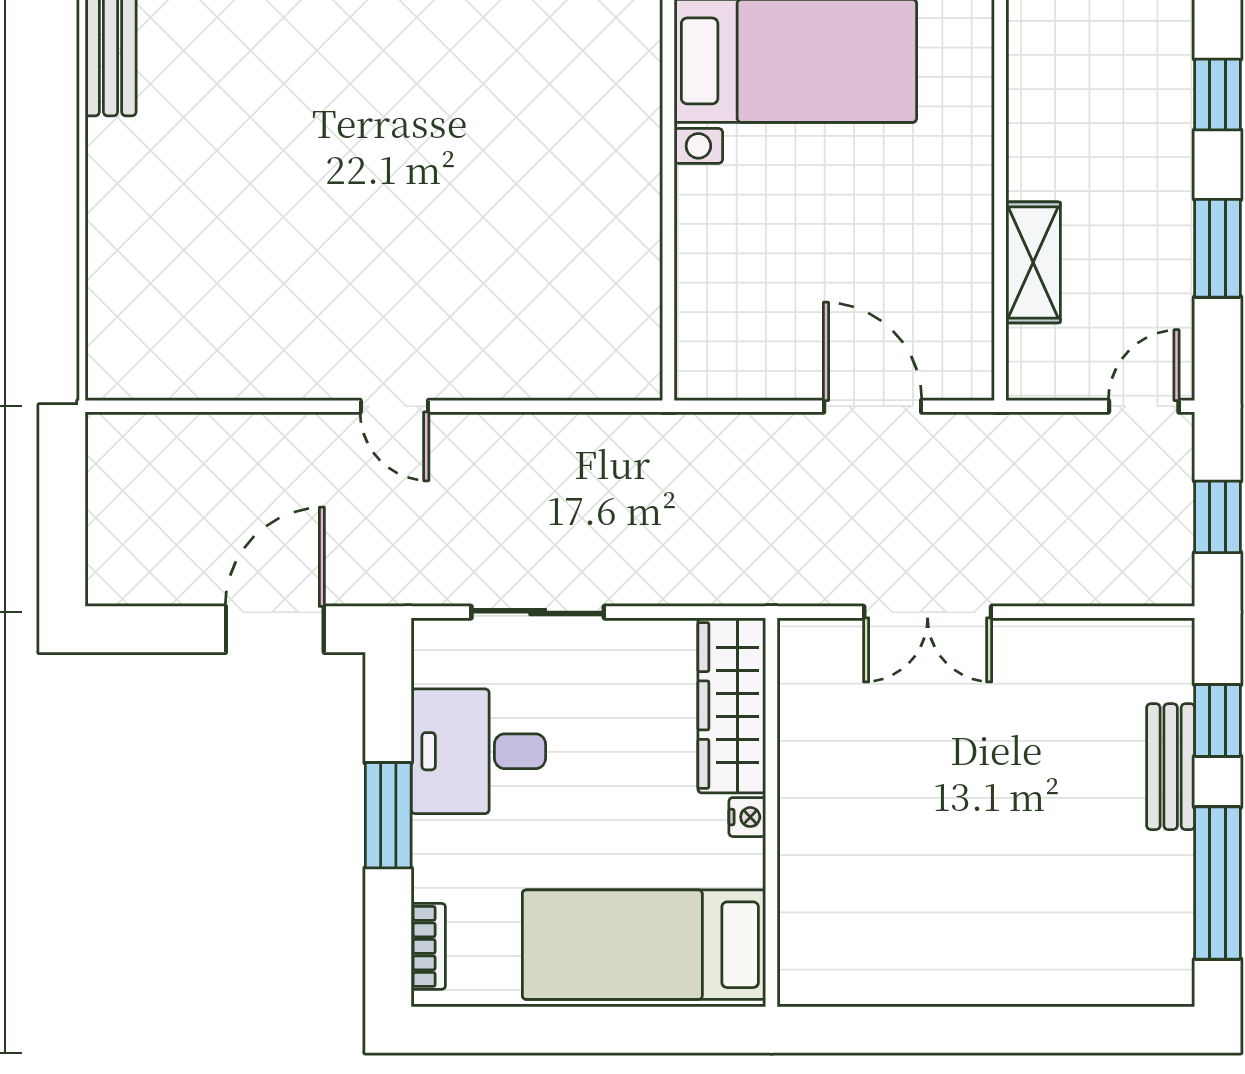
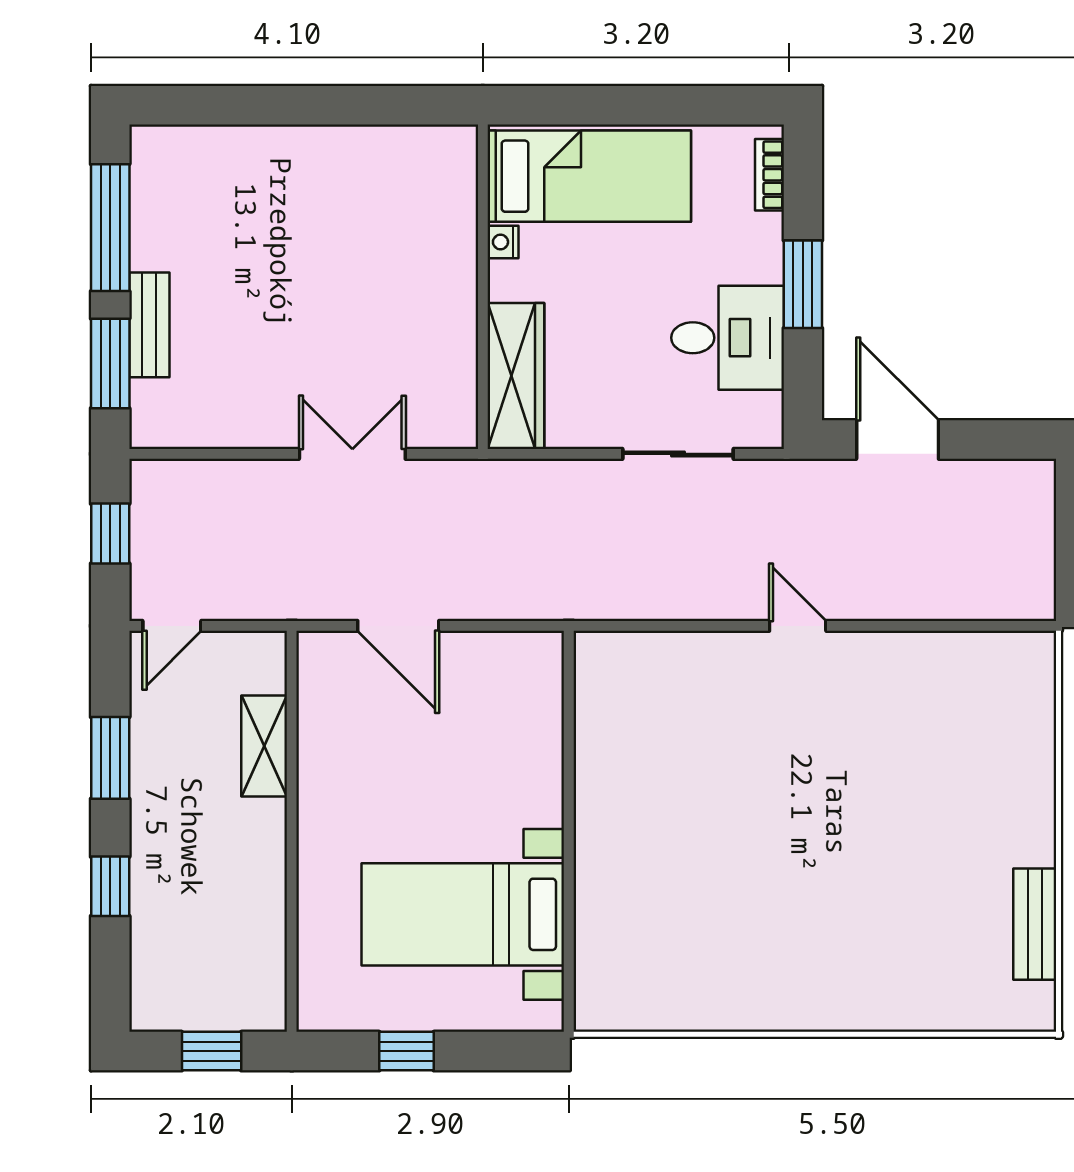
door: (275, 629) -> (898, 440), swing flipped
window: (1218, 720) -> (110, 363), width x1.50
nightstand: (747, 817) -> (503, 242), moved

